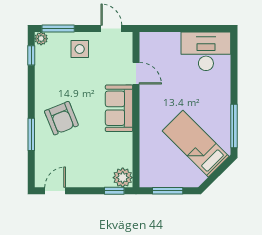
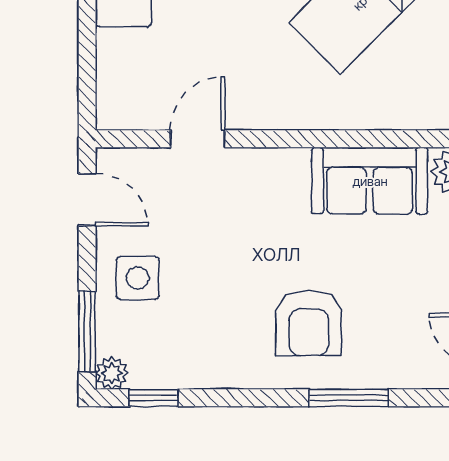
door: (111, 29) -> (87, 200), swing flipped
sofa: (119, 108) -> (370, 181), moved
armchair: (61, 118) -> (309, 323), turned 112

